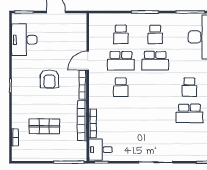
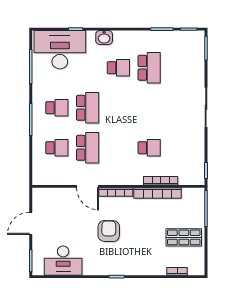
armchair: (50, 79) -> (109, 231), turned -89
school desk: (121, 87) -> (149, 148), moved
shop shelf: (44, 126) -> (184, 237), moved, turned 90
desk: (100, 150) -> (191, 172), removed

